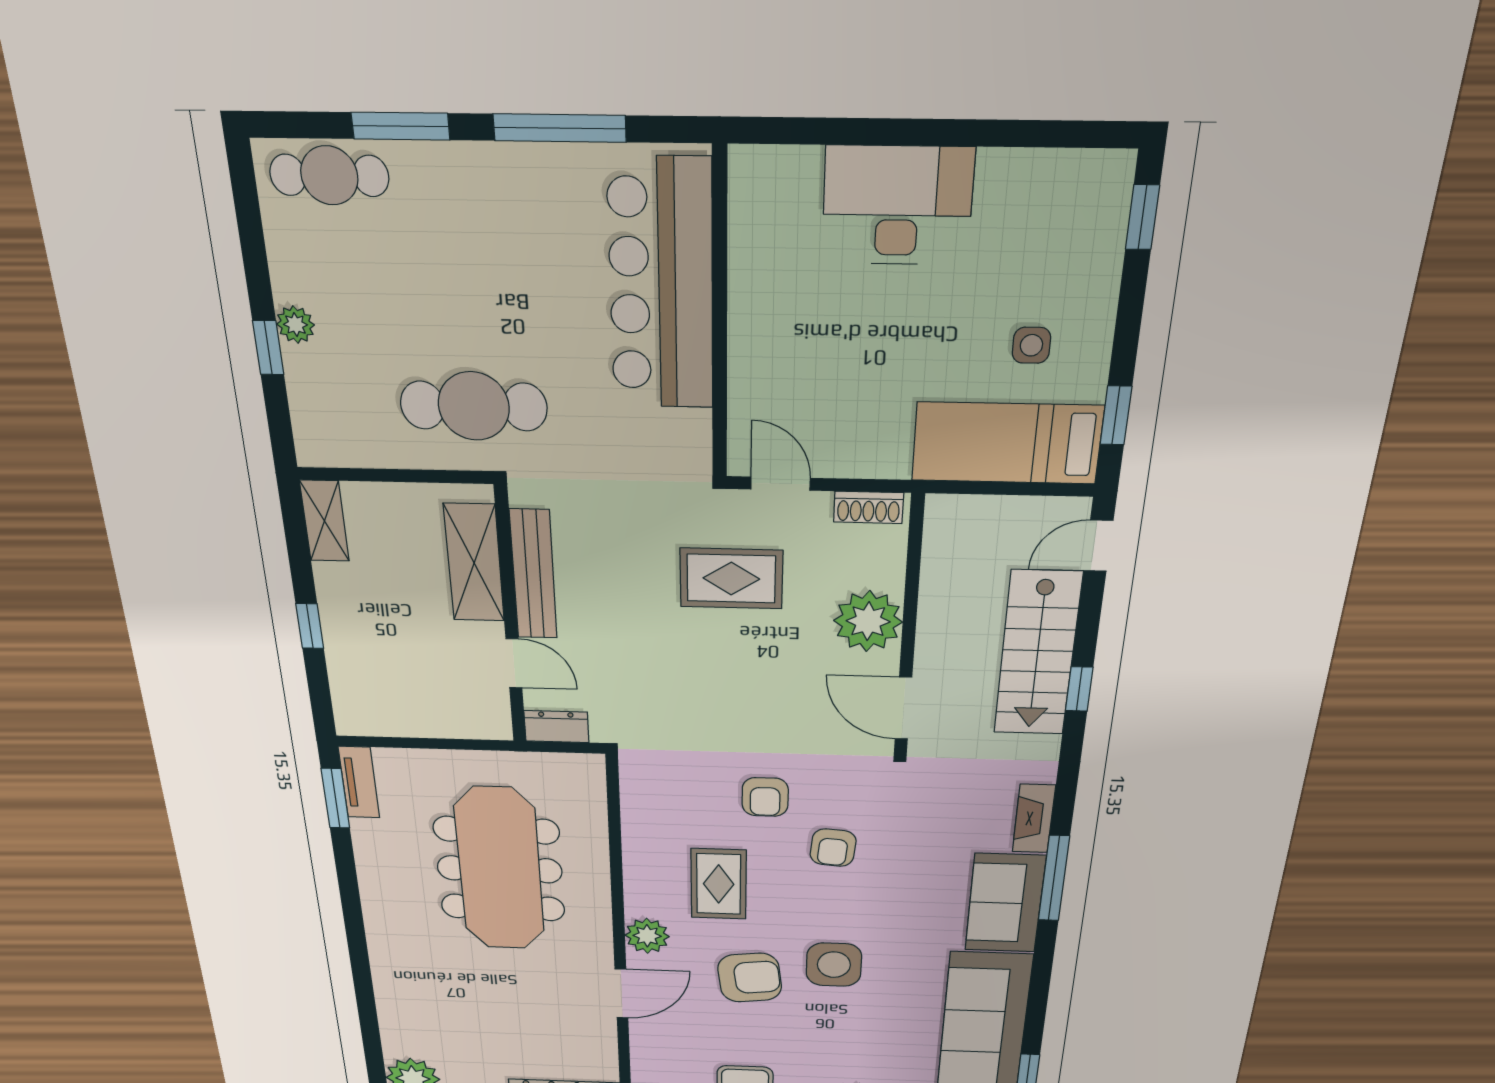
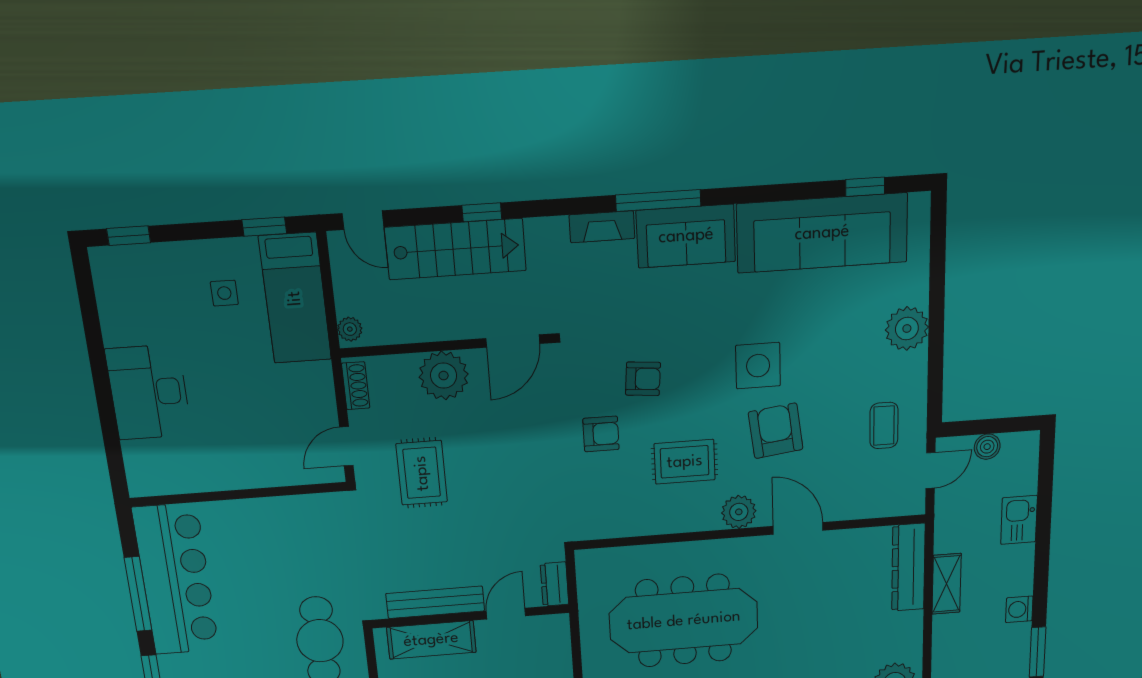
bar counter: (661, 286) -> (176, 579), moved, turned -90
plant: (951, 510) -> (350, 329), added

